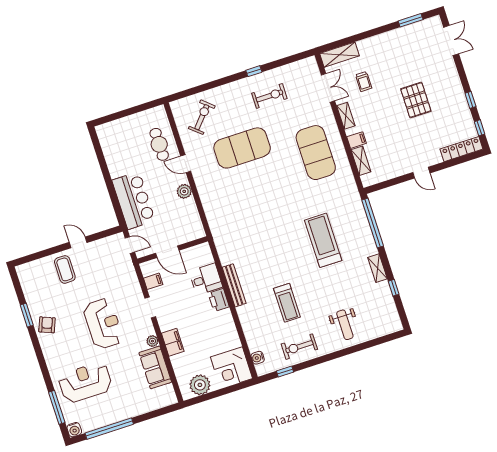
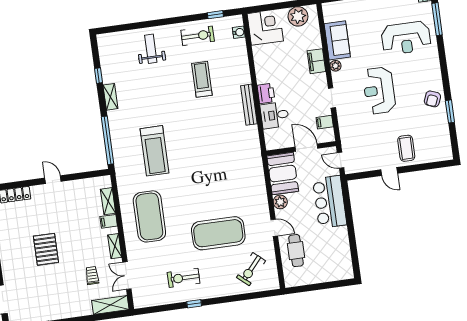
booth: (187, 221) -> (283, 174), added
treadmill: (323, 240) -> (155, 151), moved

